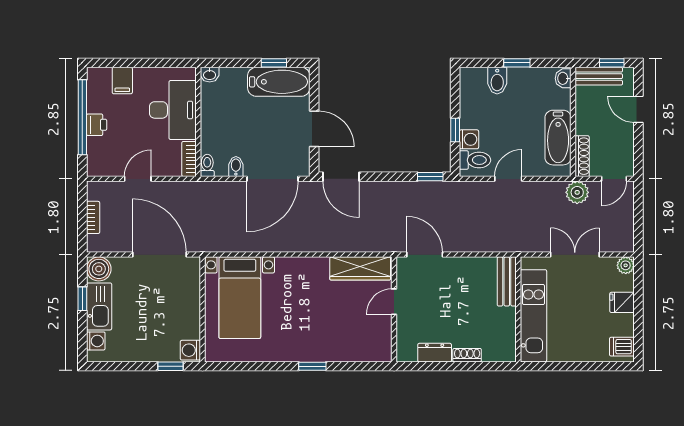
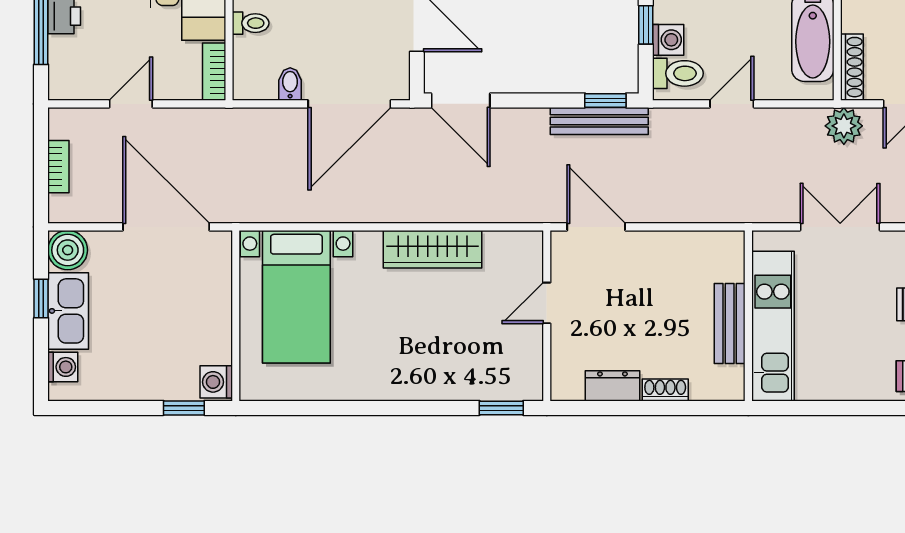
toilet: (207, 165) -> (251, 23), moved, turned 90
bench: (426, 189) -> (599, 121), added
wardrobe: (360, 268) -> (432, 249), moved
bench: (507, 281) -> (730, 324), moved
window: (312, 366) -> (501, 408), moved

